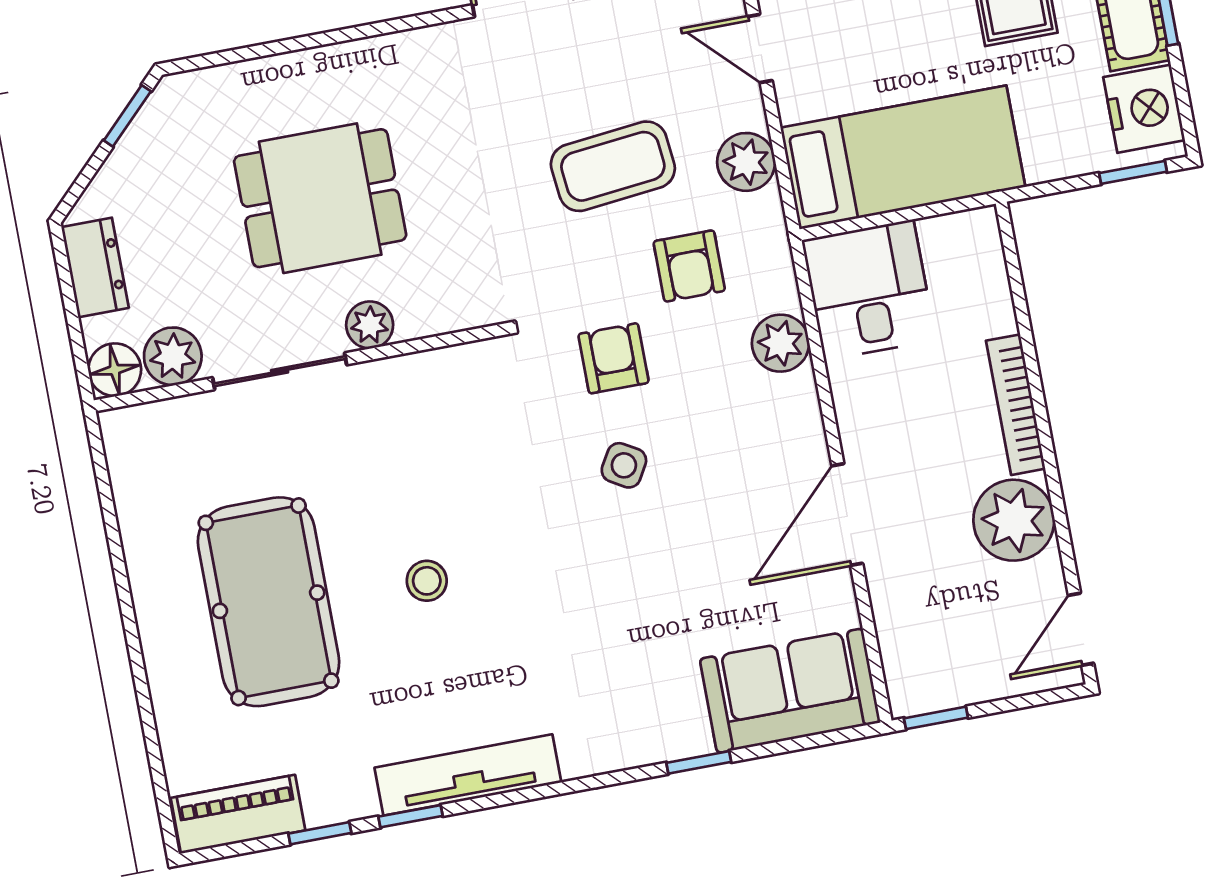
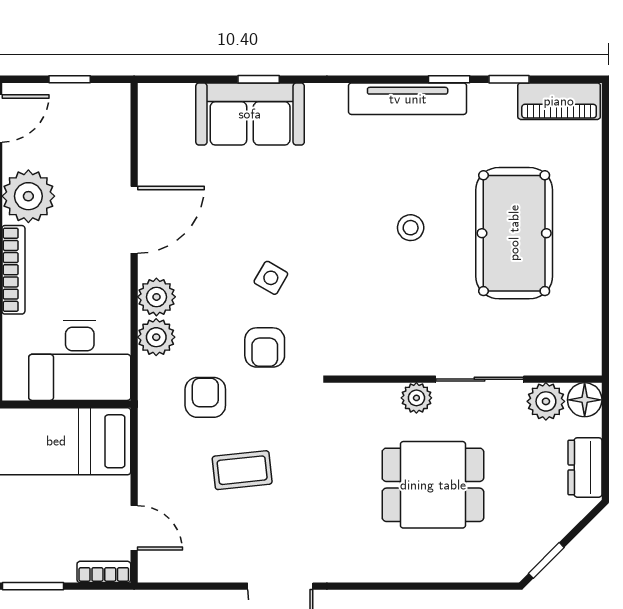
plant: (746, 162) -> (156, 297), moved
coffee table: (613, 166) -> (242, 470), width x0.73, depth x0.77
desk: (869, 290) -> (80, 361), width x1.37
sofa: (790, 691) -> (250, 114), moved
window: (936, 718) -> (70, 79), moved

